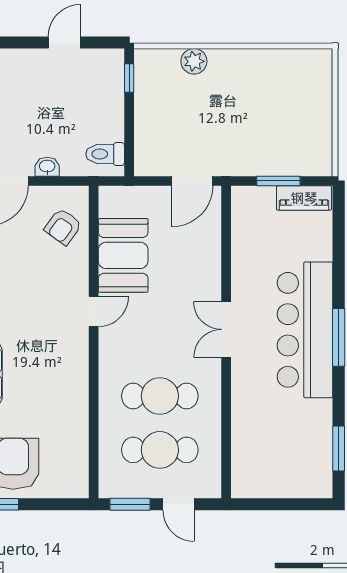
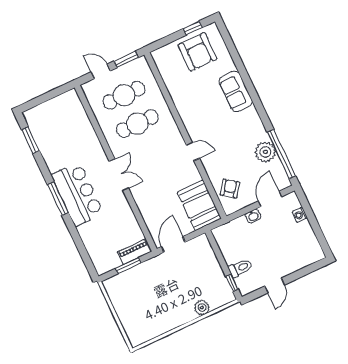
toilet: (105, 154) -> (240, 268), moved
piano: (304, 198) -> (134, 252), moved
booth: (123, 255) -> (199, 205), moved
door: (94, 311) -> (193, 152), swing flipped
bar counter: (305, 330) -> (77, 194), width x0.73

